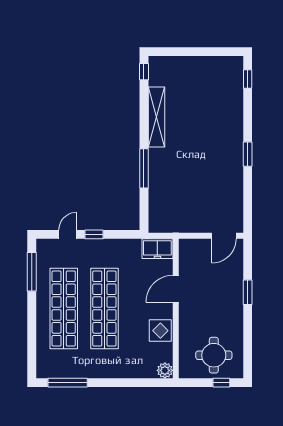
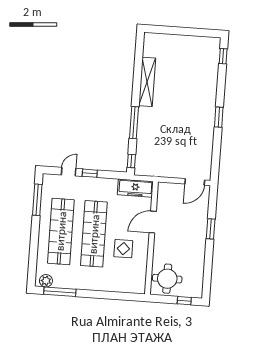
window: (144, 72) -> (131, 161), moved
freezer: (157, 249) -> (135, 188), width x1.40
display table: (160, 331) -> (123, 249), moved
round table: (214, 355) -> (167, 279), moved
plant: (165, 370) -> (46, 281), moved

